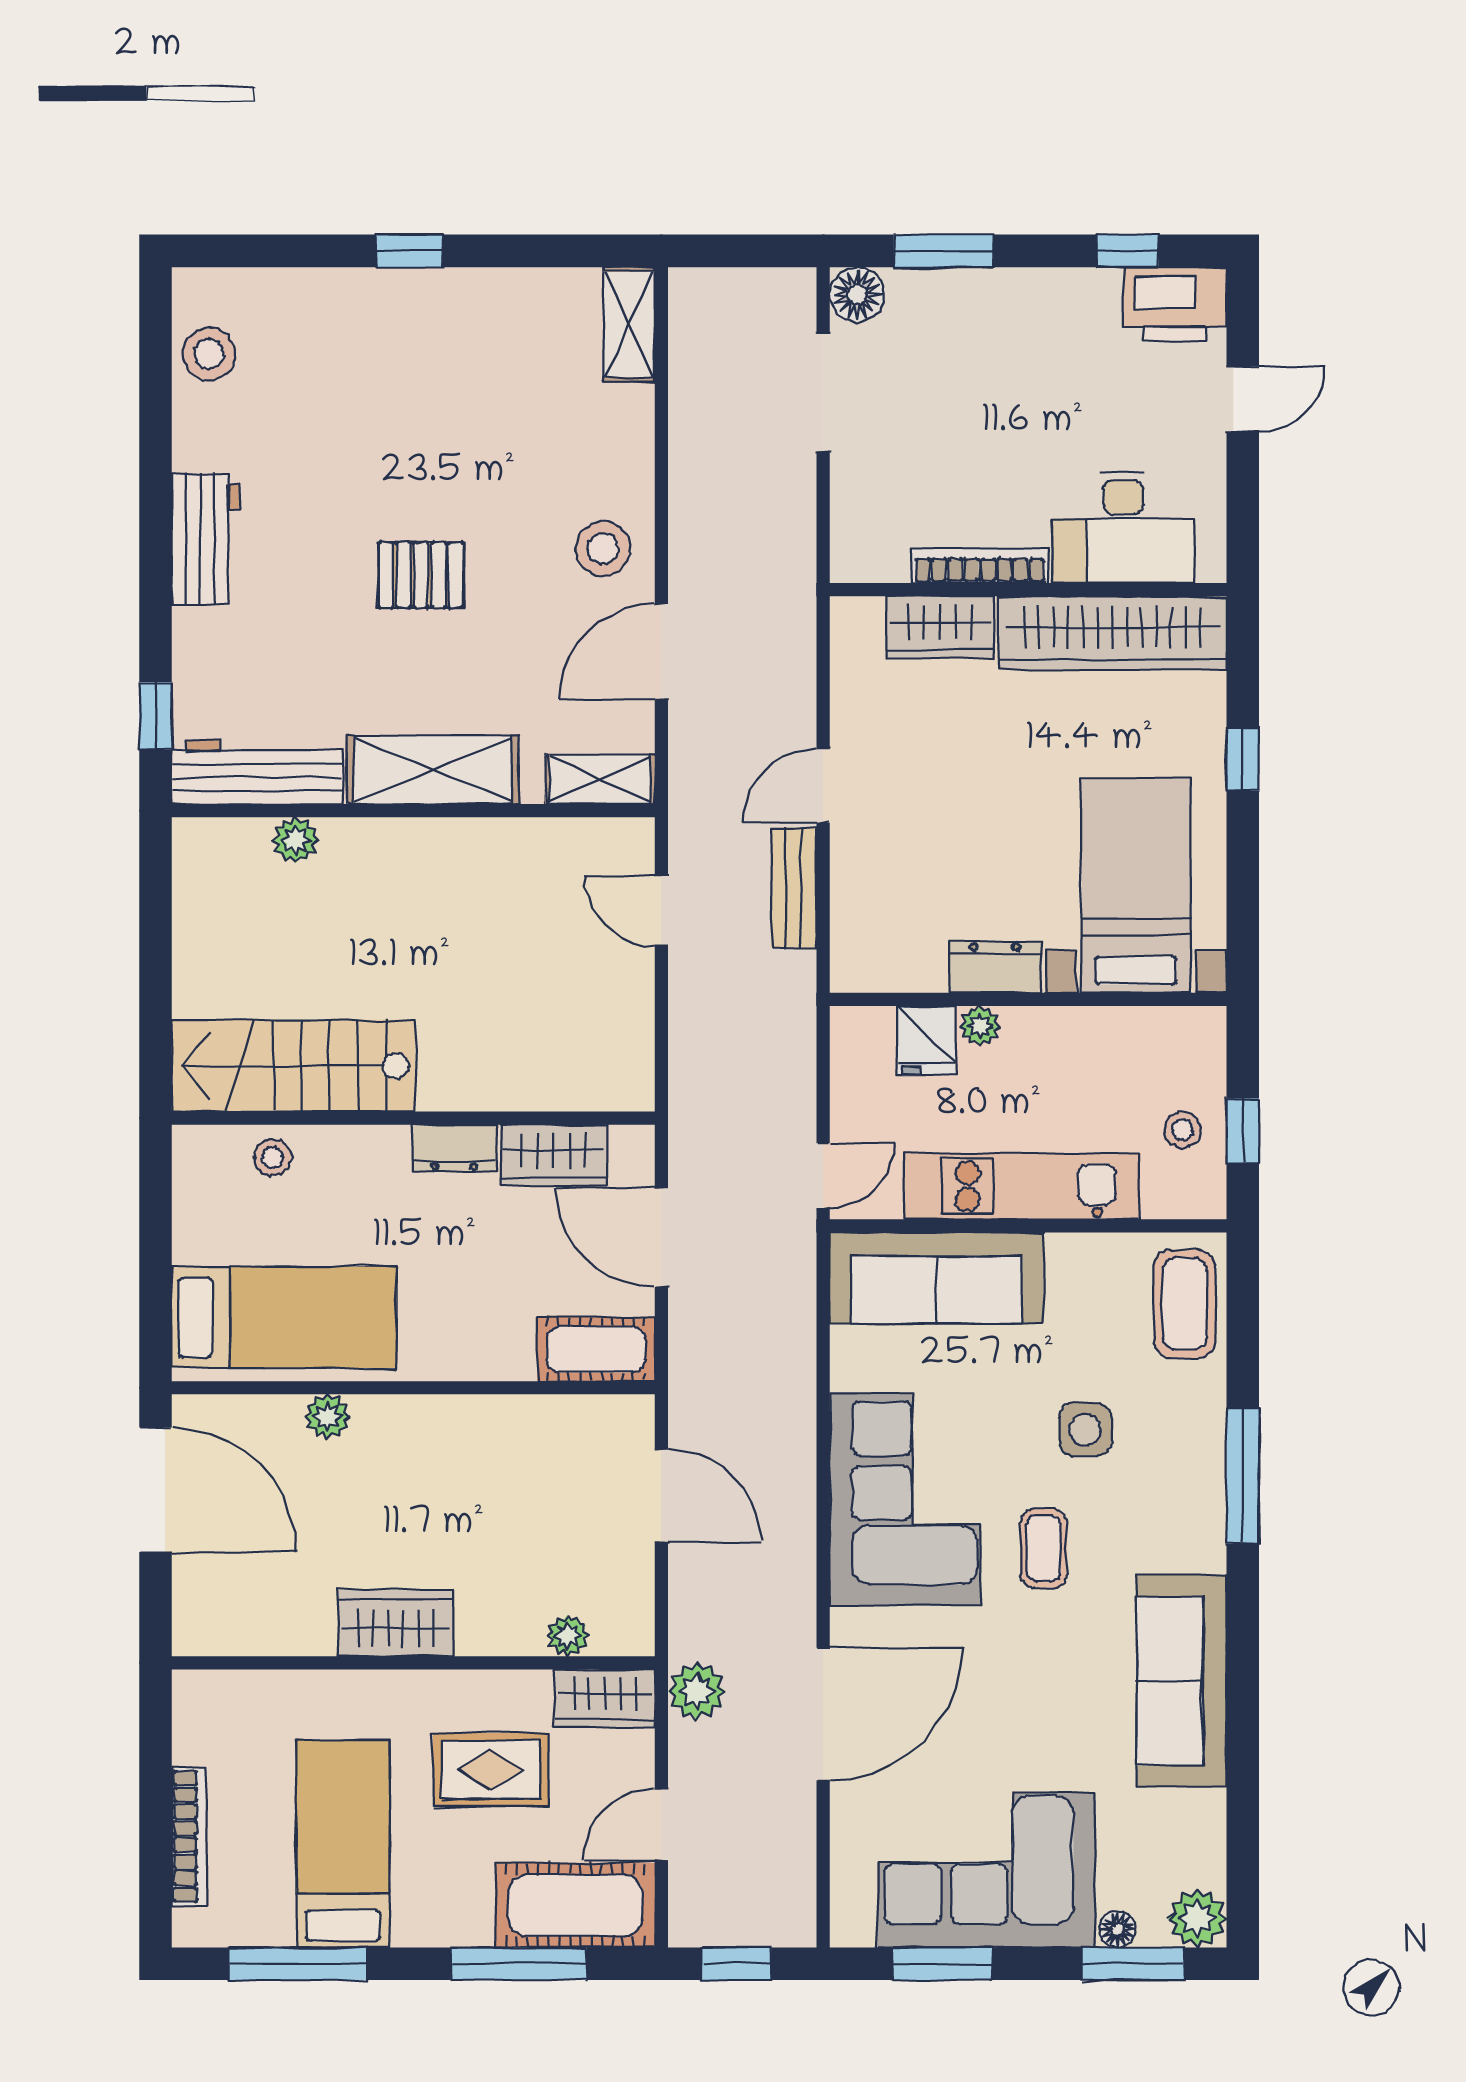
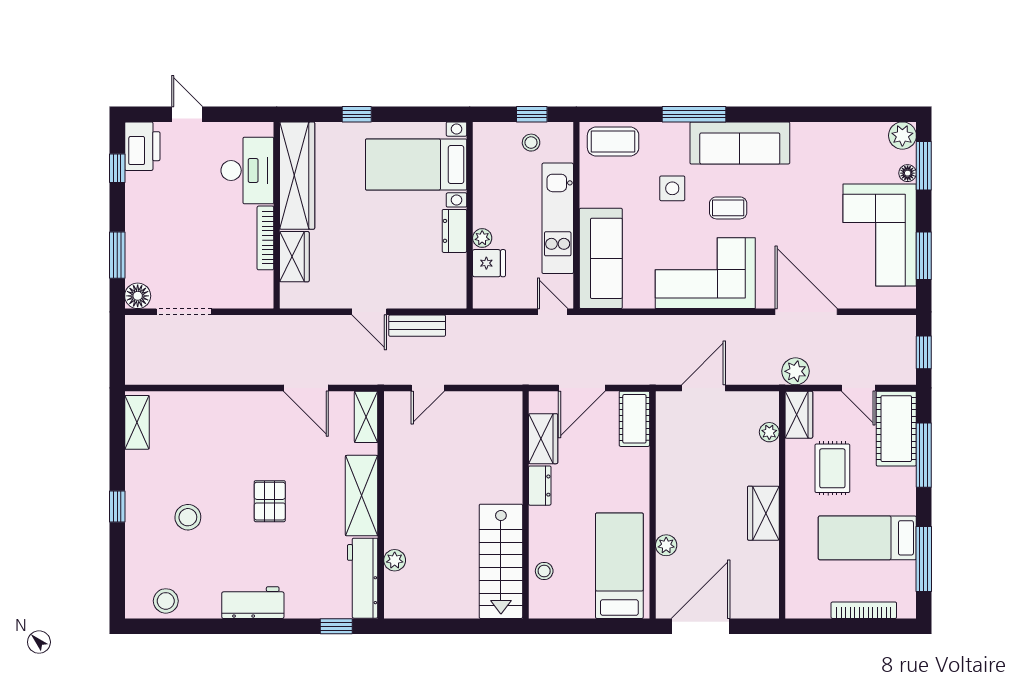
shelving: (629, 324) -> (137, 422), moved, turned 90
stool: (603, 549) -> (188, 517), moved
sofa: (1182, 1681) -> (740, 143), moved

